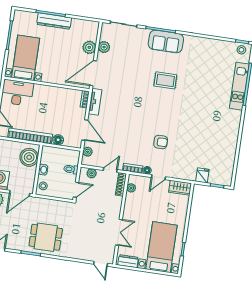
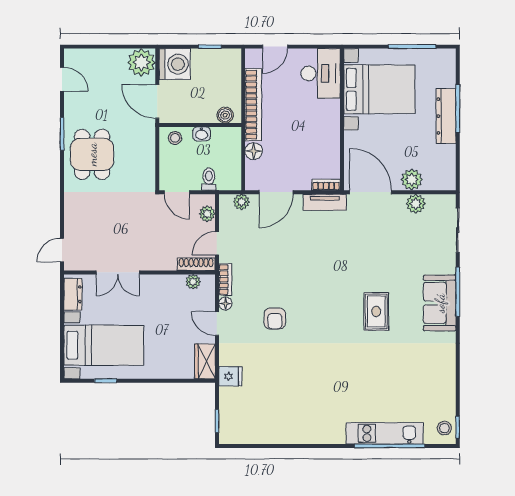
bed with nightstands: (26, 58) -> (379, 89), width x1.36
boiler: (29, 157) -> (225, 115), width x0.54, depth x0.54
door: (110, 170) -> (217, 243), swing flipped
fridge: (202, 175) -> (230, 376), moved

